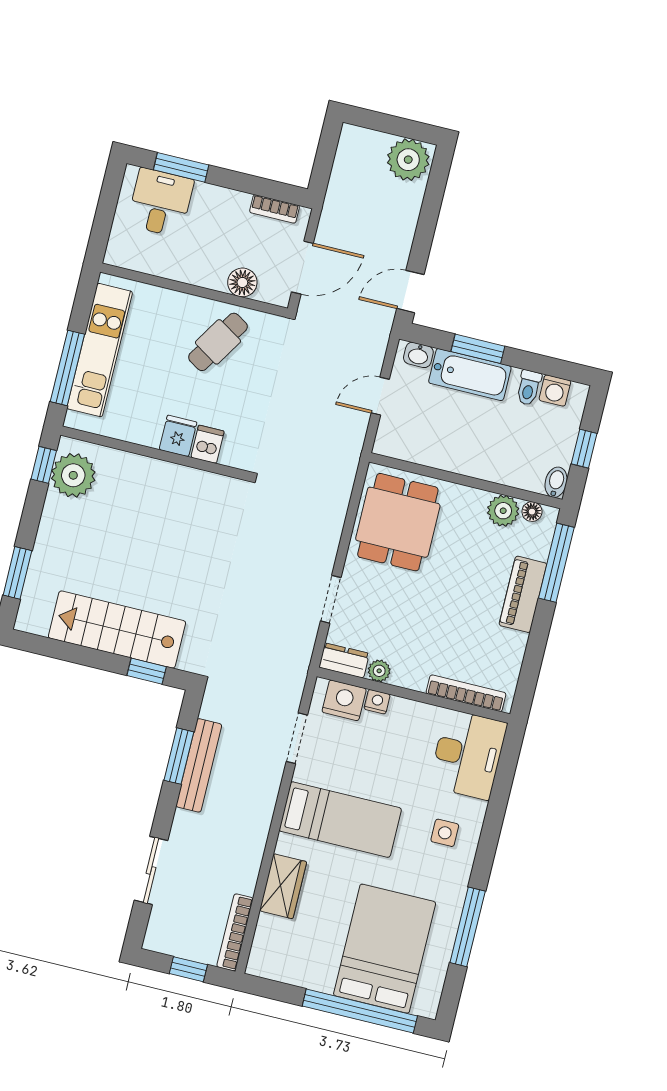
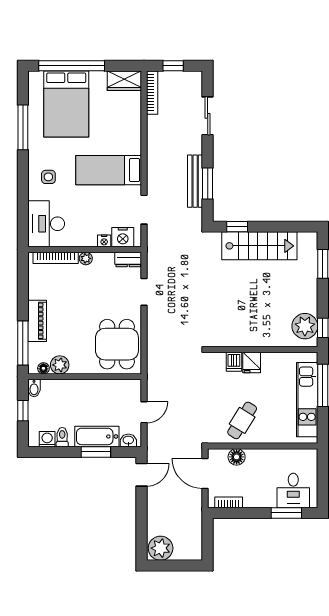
door: (302, 268) -> (205, 473), hinge flipped
plant: (379, 671) -> (86, 258), moved
wardrobe: (283, 886) -> (124, 81), moved, turned -90

